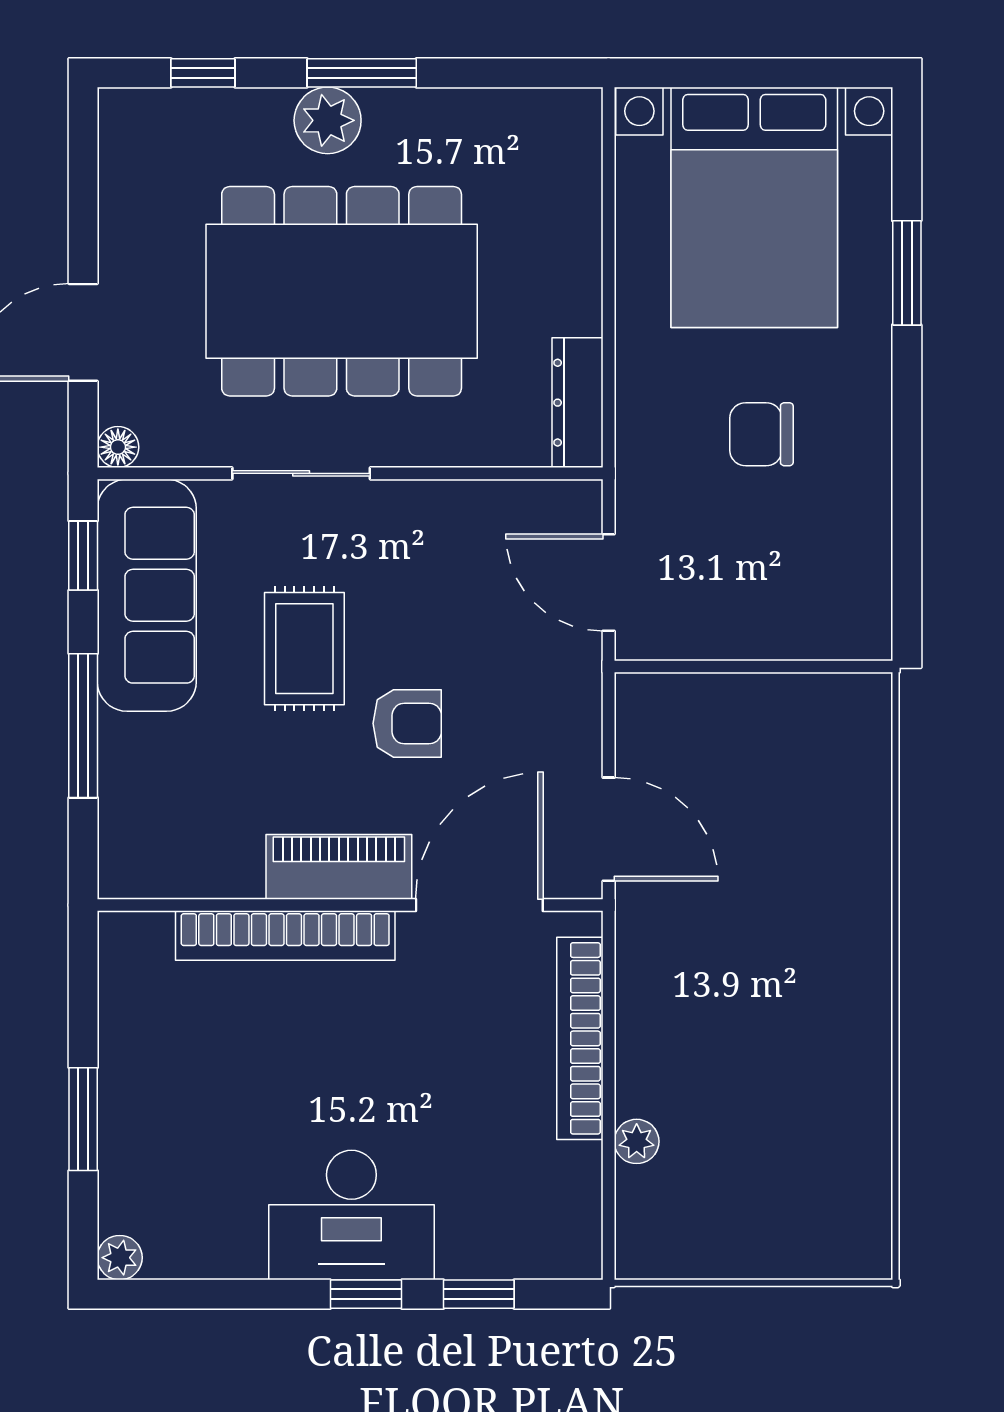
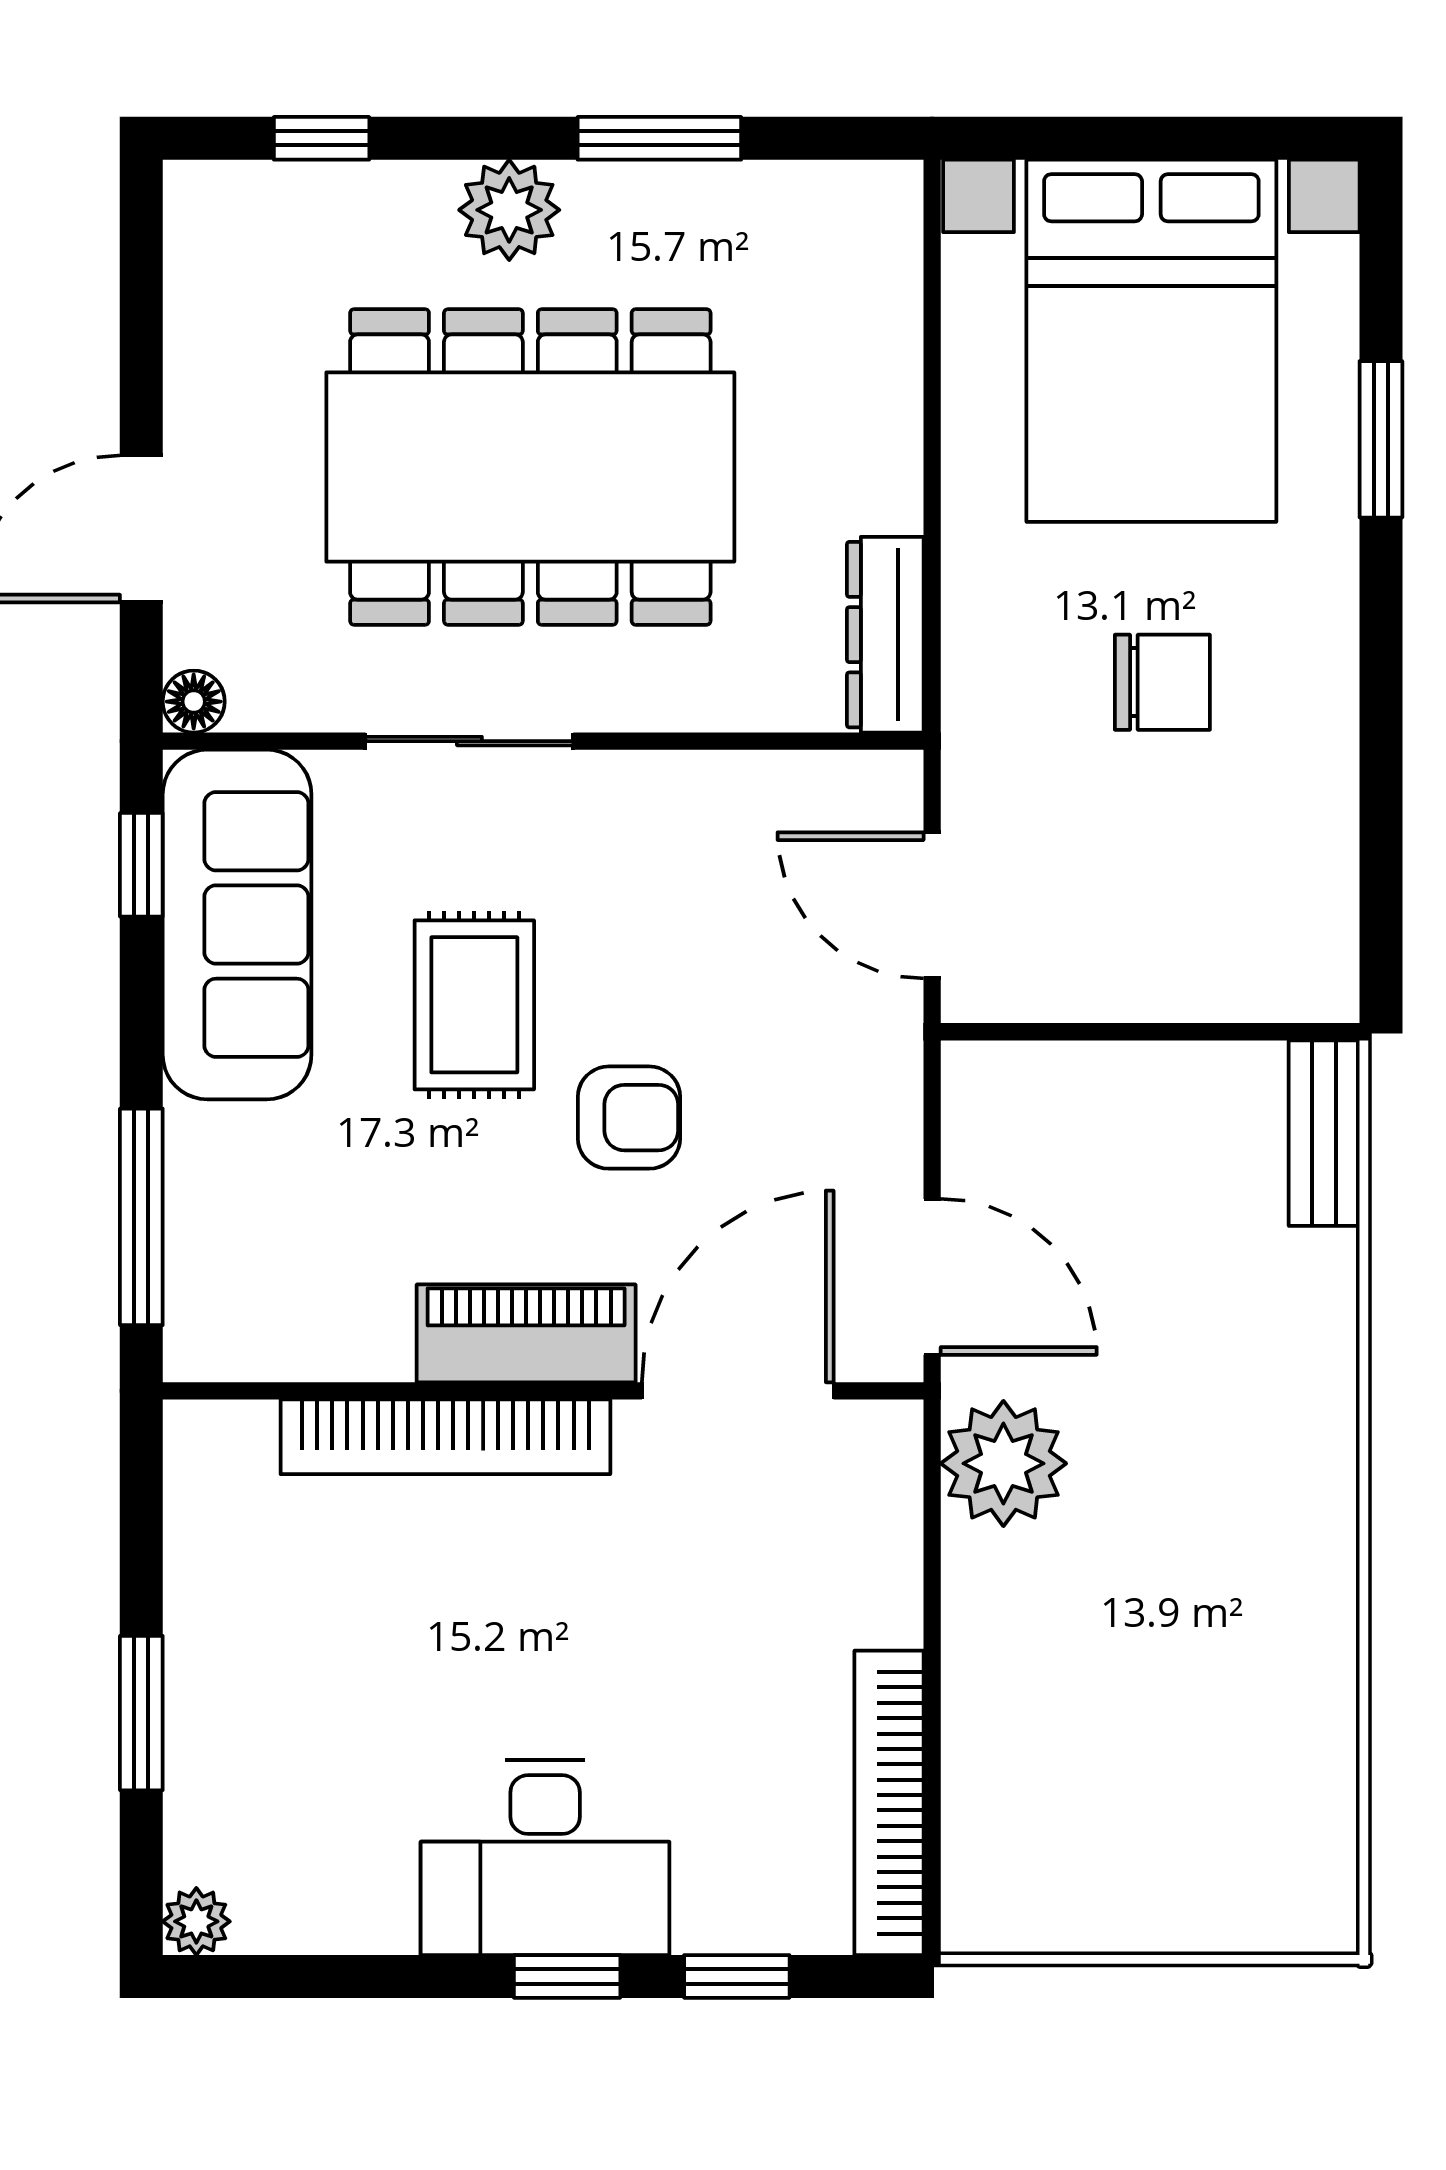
window: (362, 73) -> (659, 138), moved
chair: (762, 434) -> (1162, 682), turned 180
window: (83, 726) -> (141, 1217), moved
bench: (869, 734) -> (1324, 1133), added
bookcase: (580, 1038) -> (889, 1803), moved
plant: (637, 1141) -> (1003, 1463), moved, width x1.88, depth x1.88

